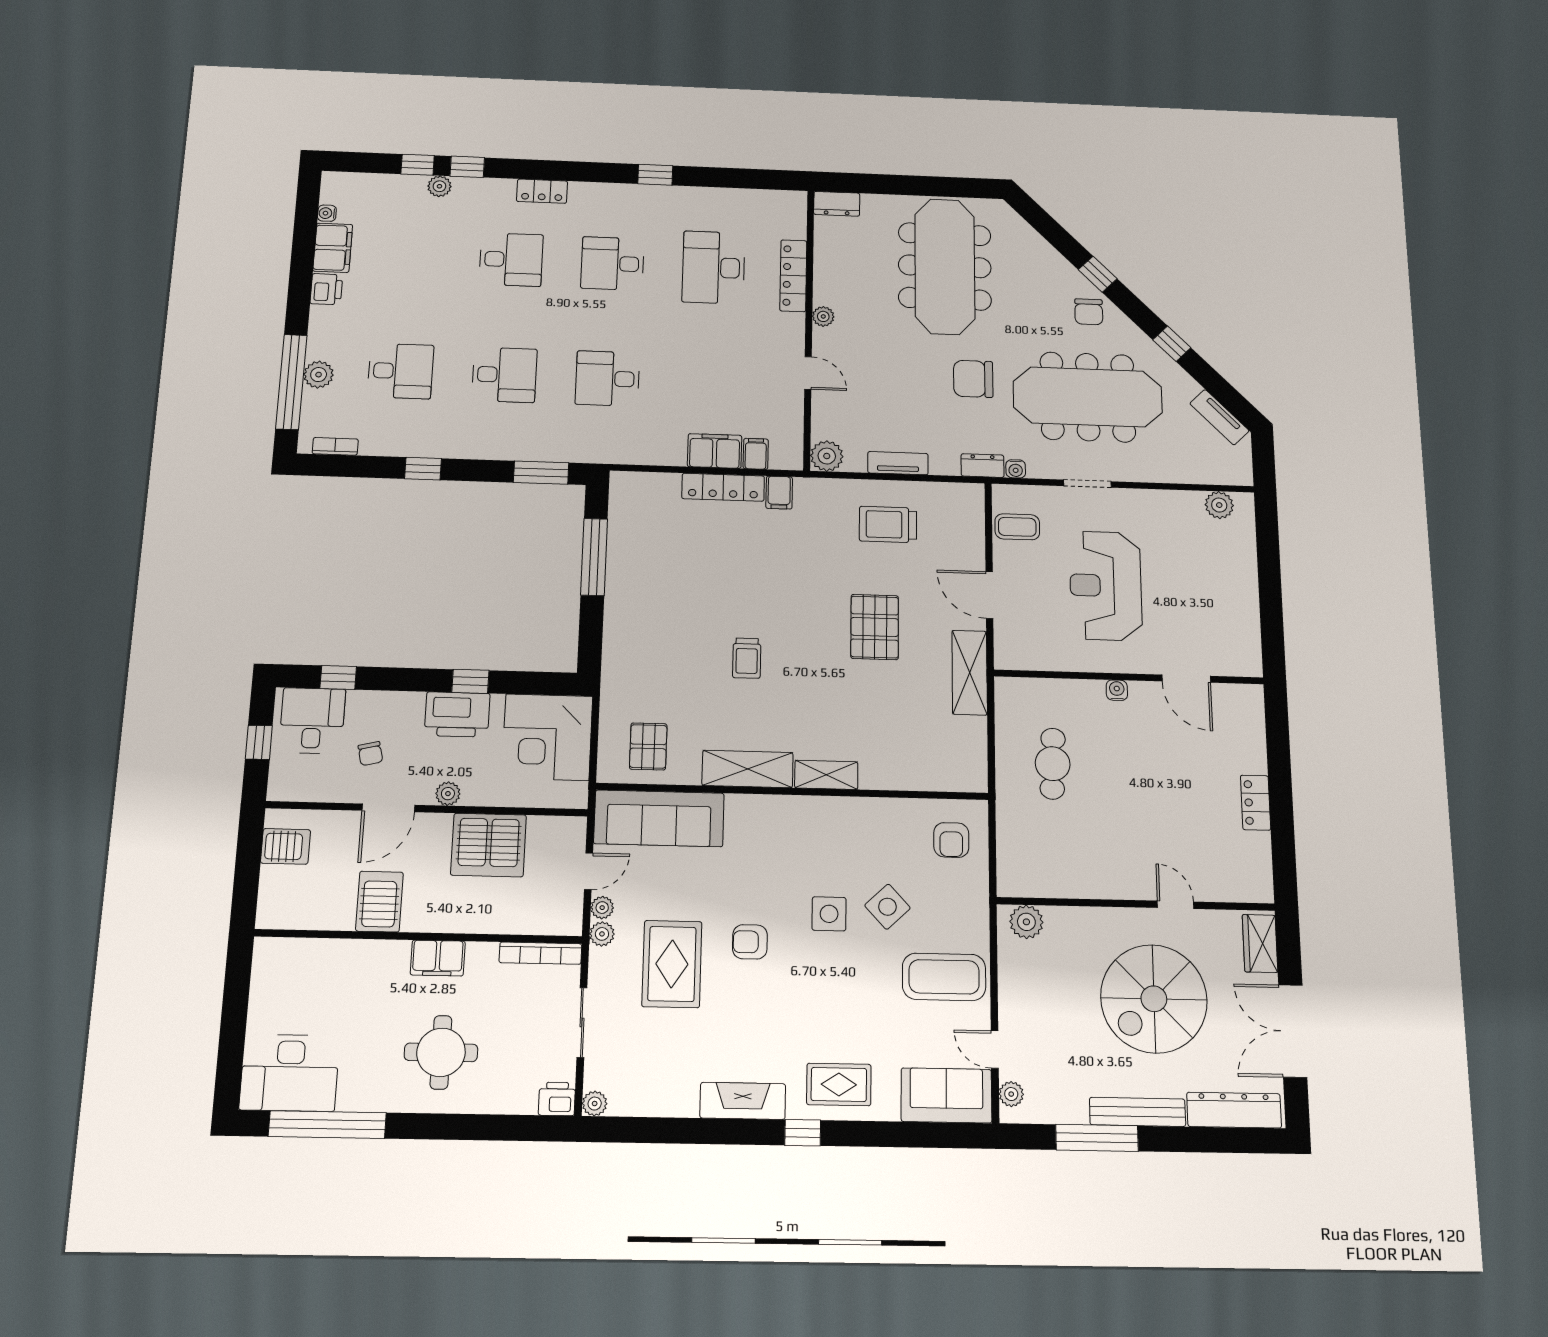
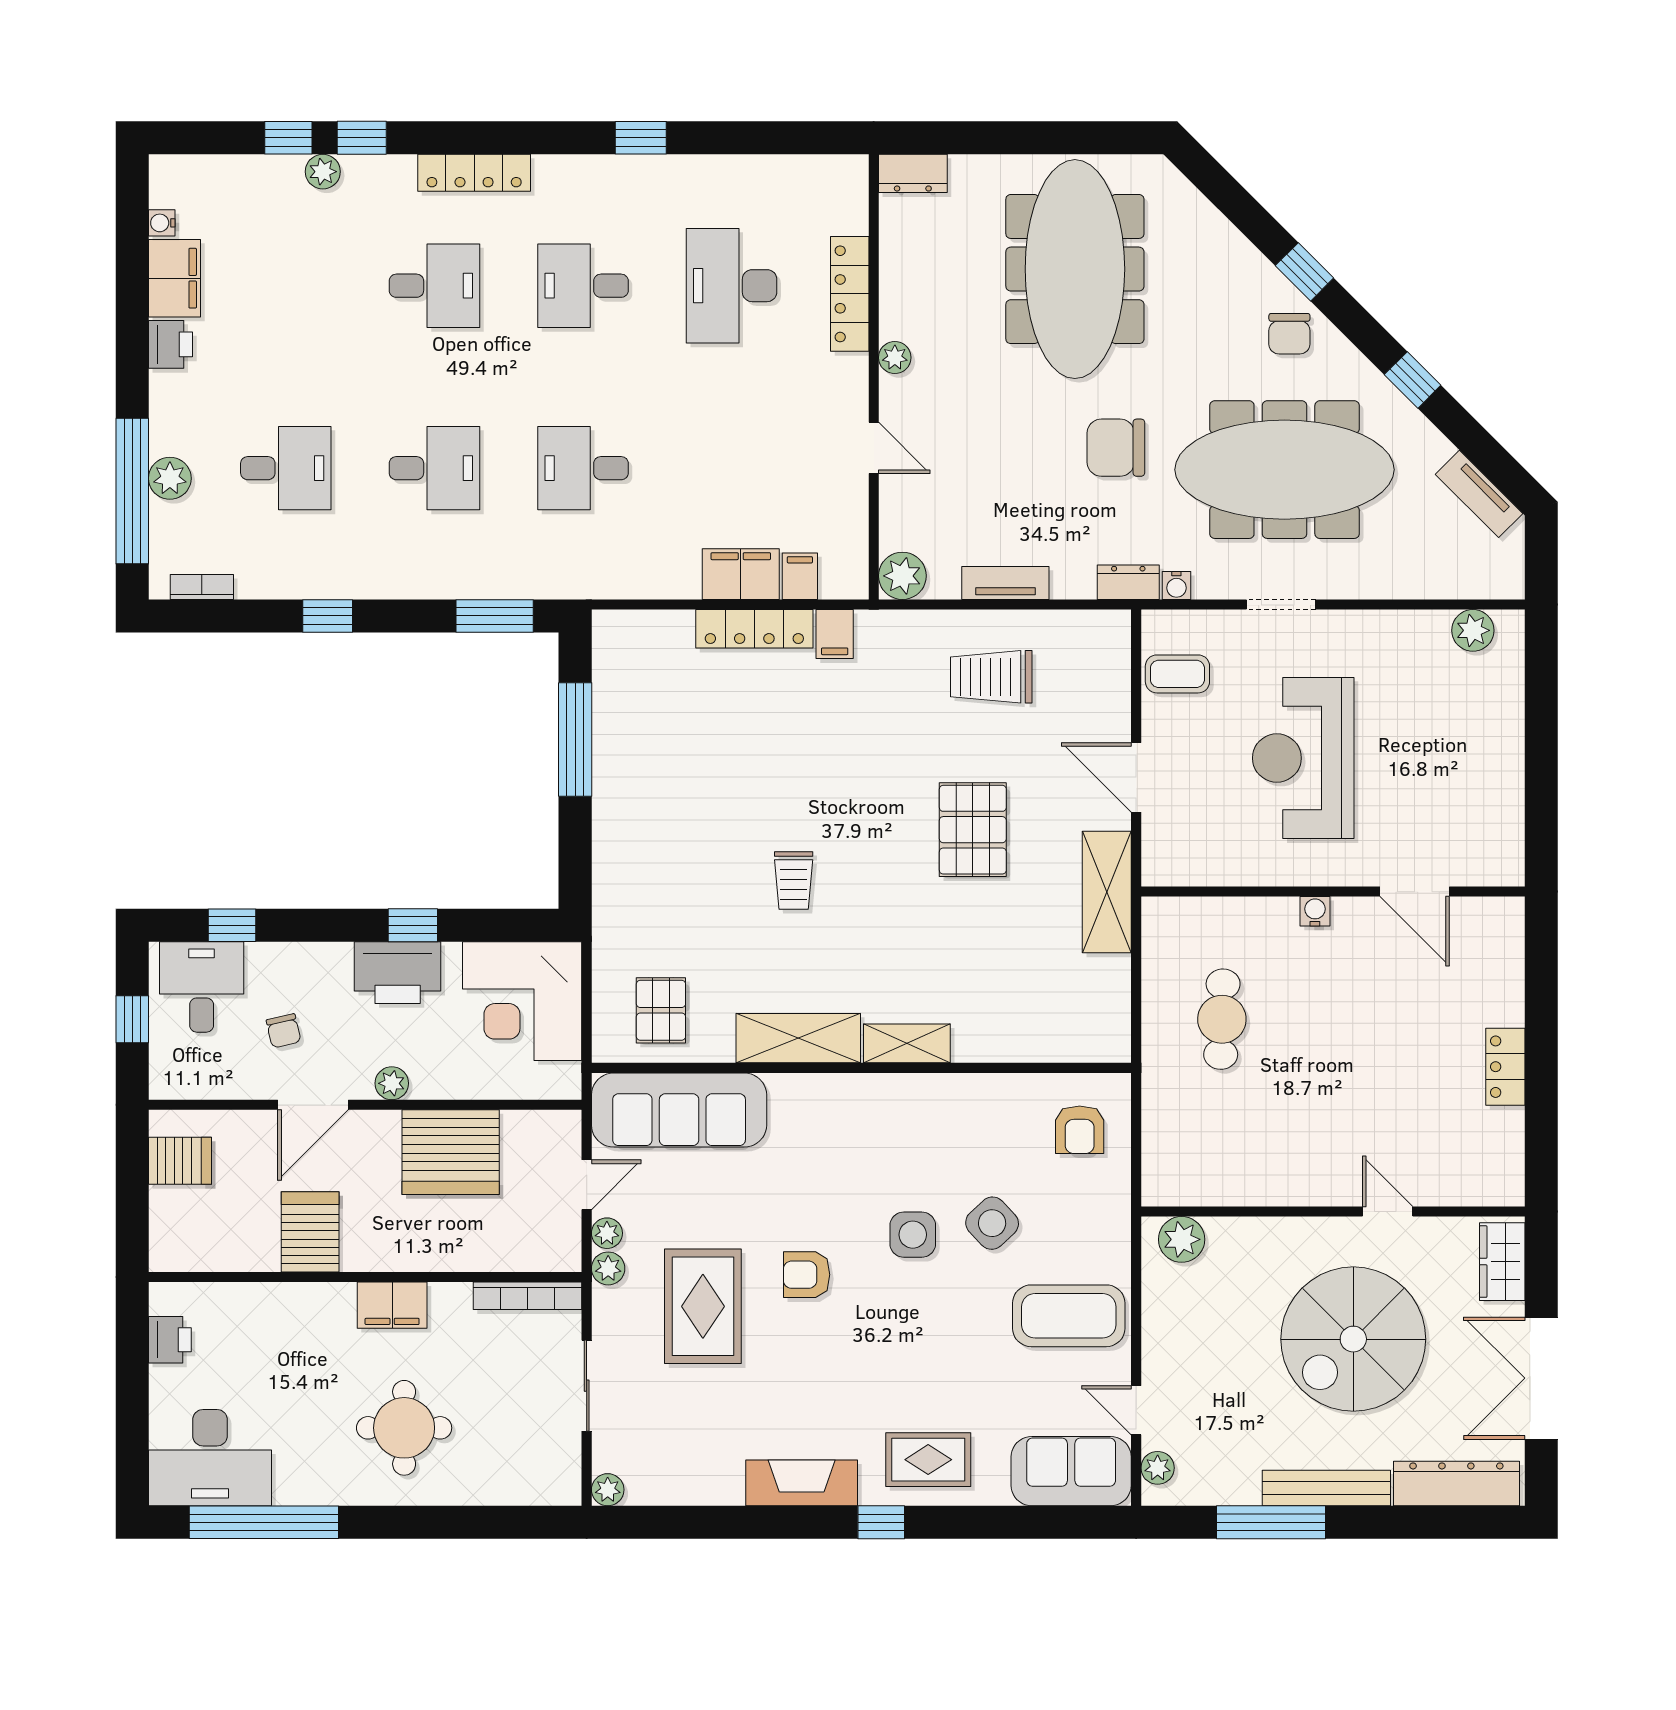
locker: (542, 191) -> (474, 173), width x1.53
printer: (557, 1099) -> (170, 1340), moved, turned 90

